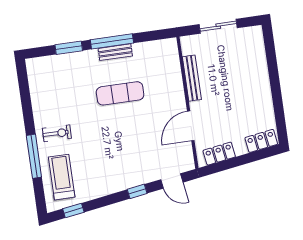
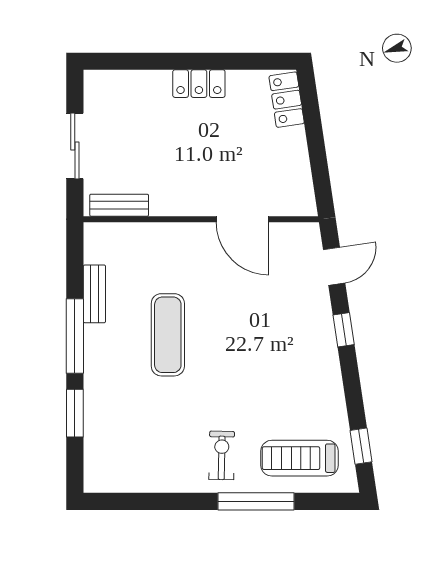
bench: (115, 52) -> (94, 294), moved
bench: (192, 78) -> (119, 205), moved, width x0.73
locker: (219, 154) -> (199, 84), moved, turned -82

